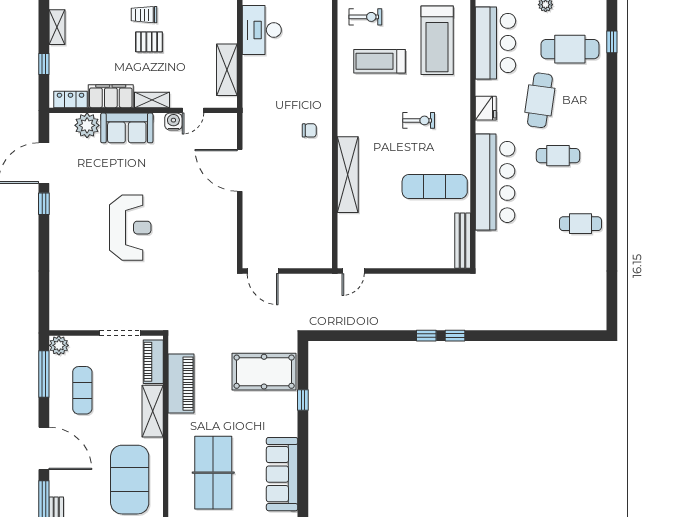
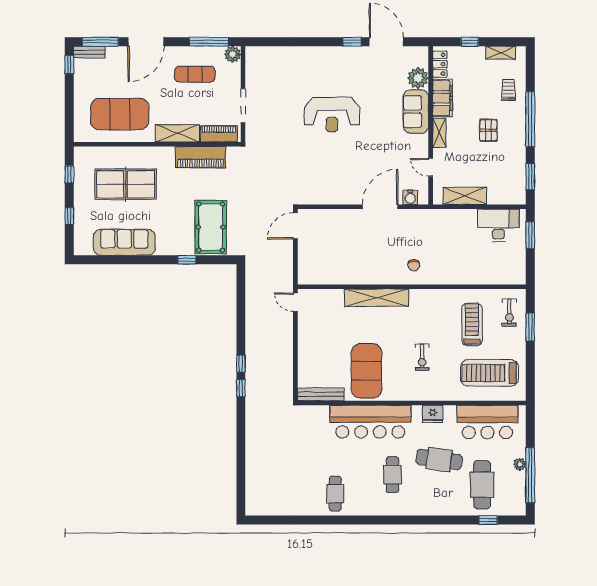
trolley: (144, 15) -> (509, 90), moved
water cooler: (173, 122) -> (410, 197), moved, turned 90
exercise mat: (435, 186) -> (367, 371), width x1.47

